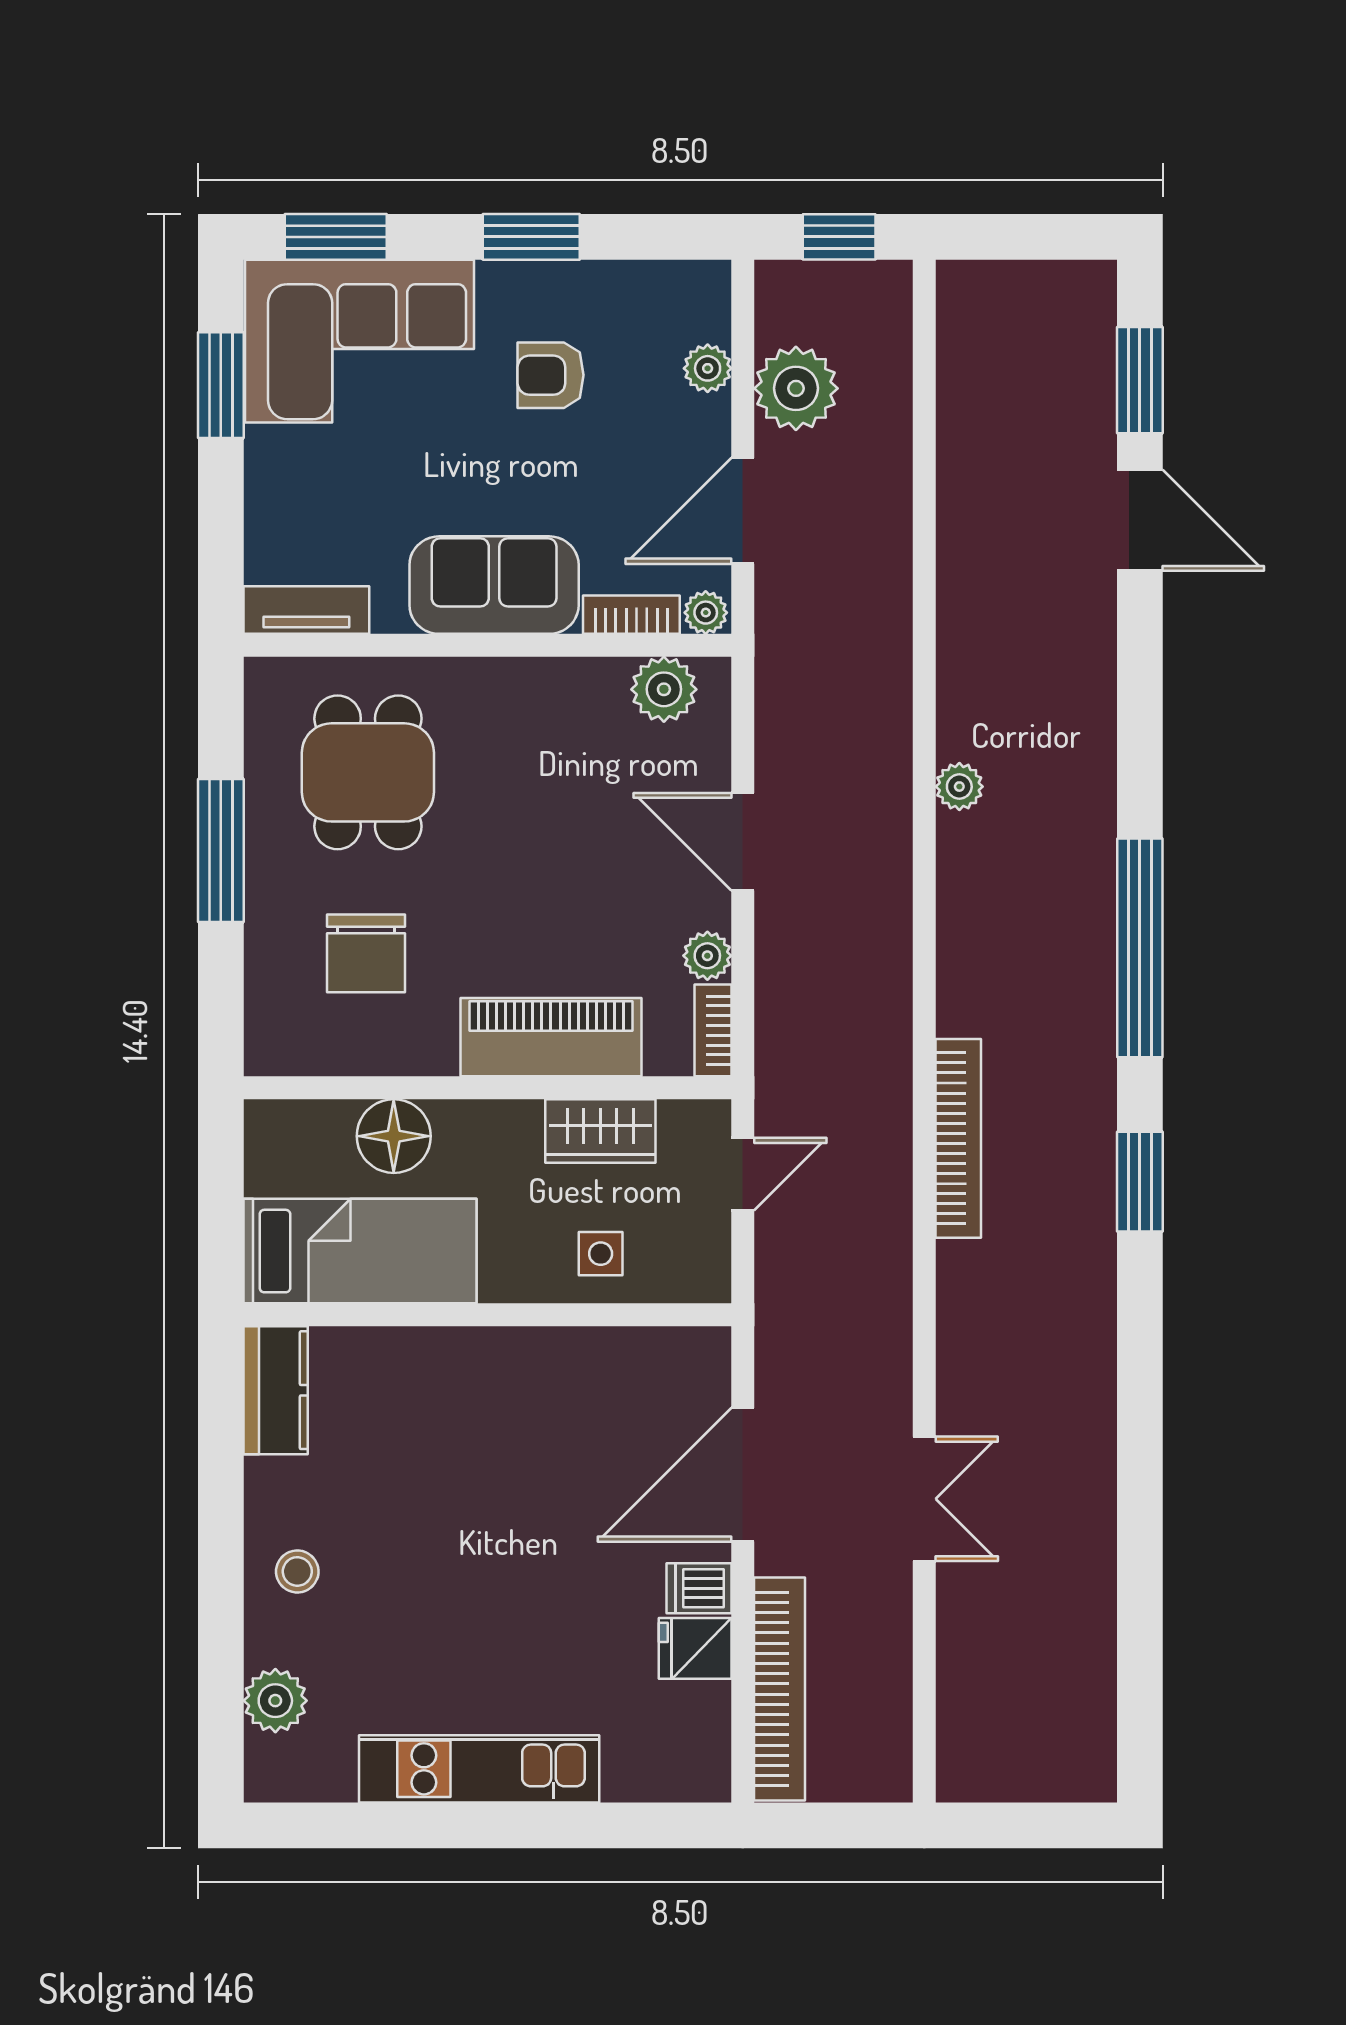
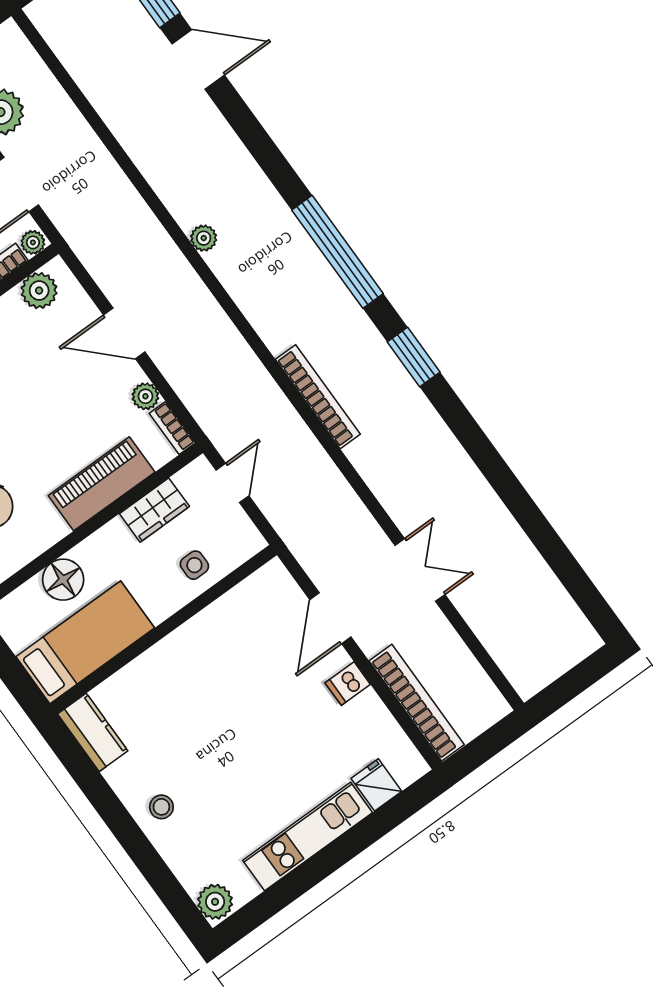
door: (743, 1475) -> (330, 618), width x0.73
fridge: (695, 1648) -> (376, 785), moved, turned 90
plant: (275, 1701) -> (215, 902), moved

